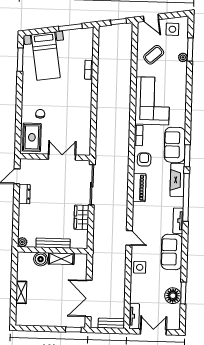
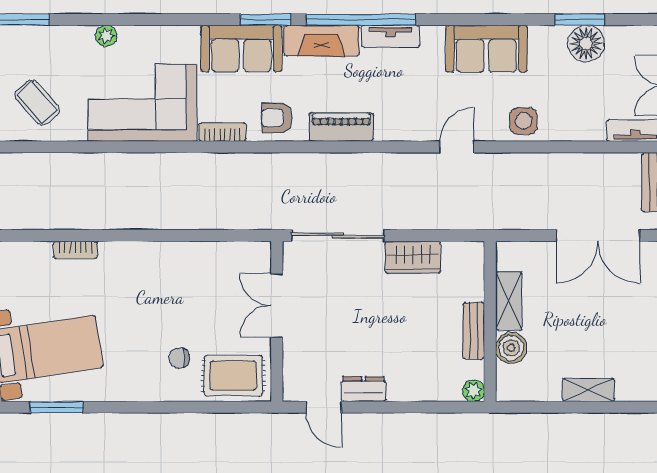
plant: (183, 57) -> (106, 36), moved
tv unit: (178, 221) -> (391, 36), moved
bench: (53, 243) -> (474, 331), width x0.73

